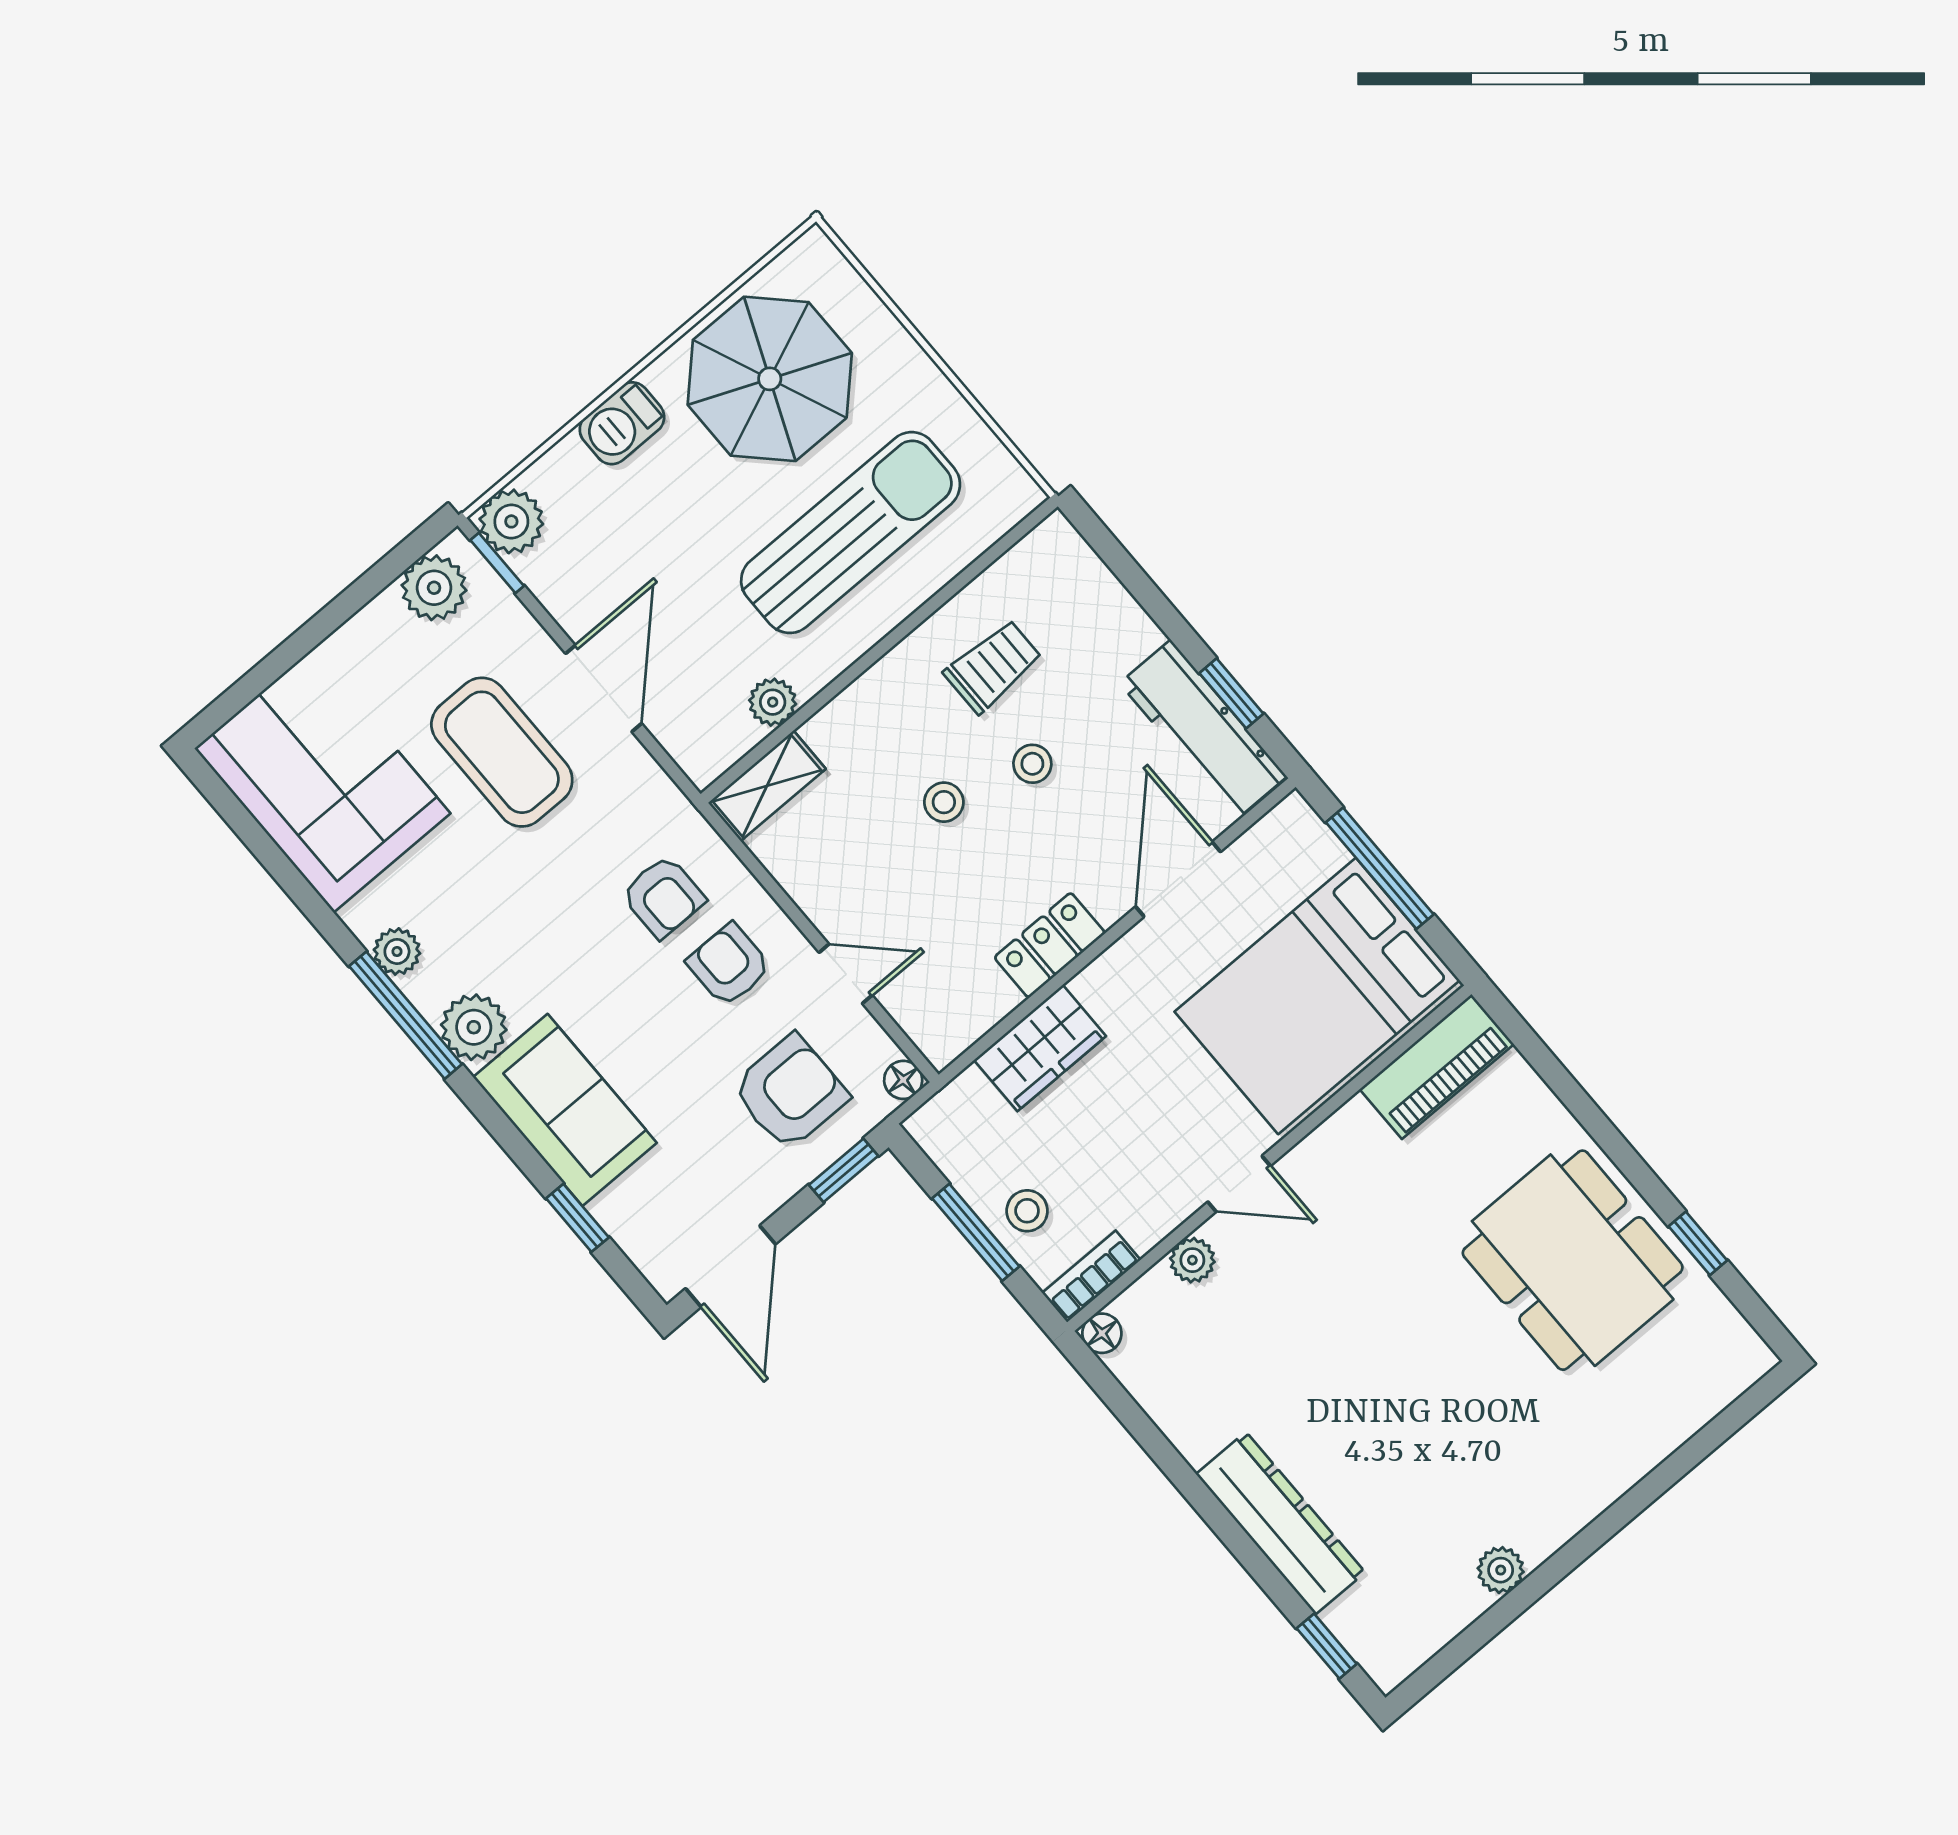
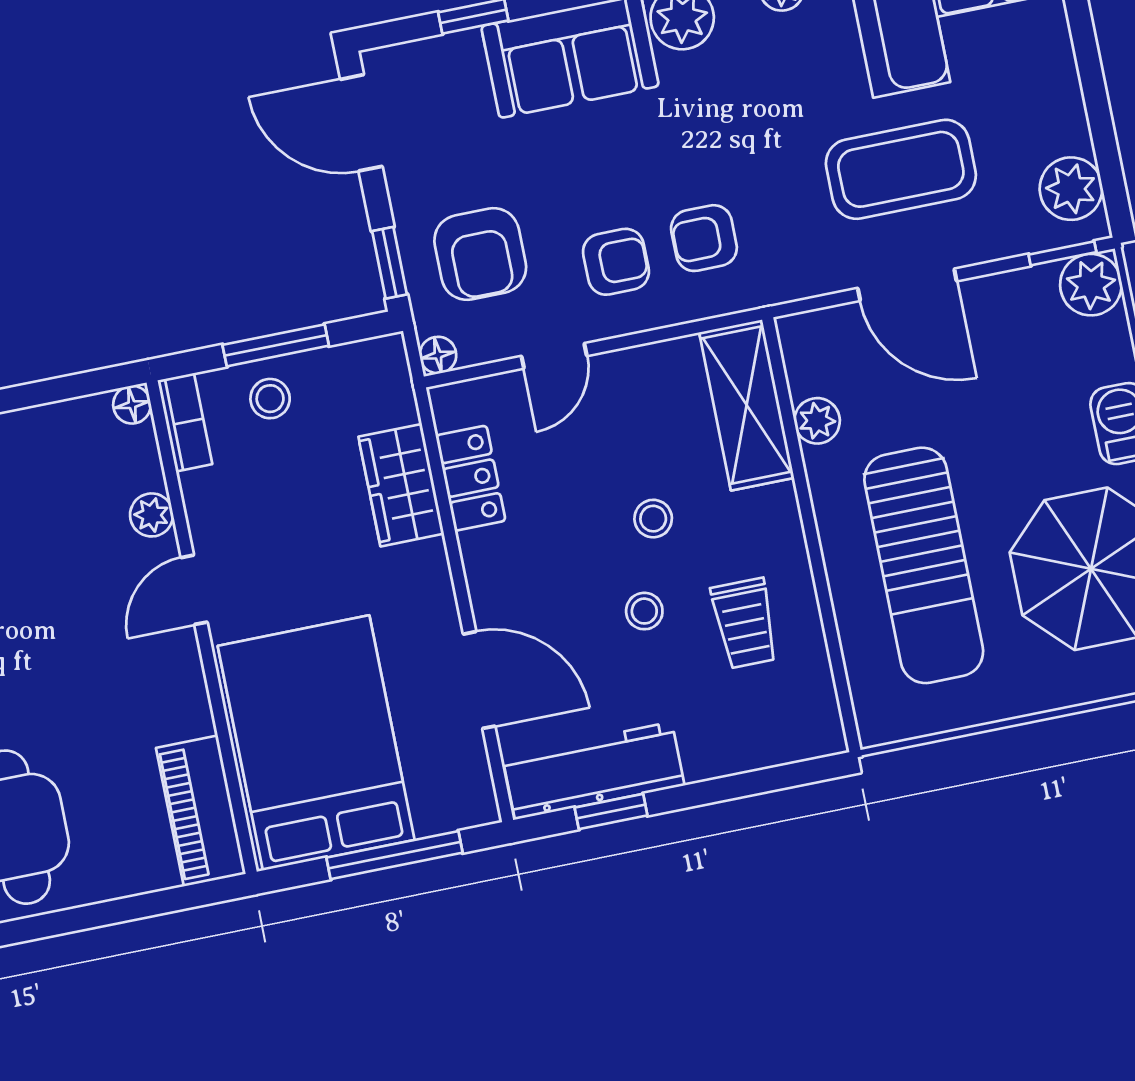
shelving: (767, 786) -> (747, 405), width x1.50, depth x1.33
locker: (1050, 945) -> (471, 478), moved

